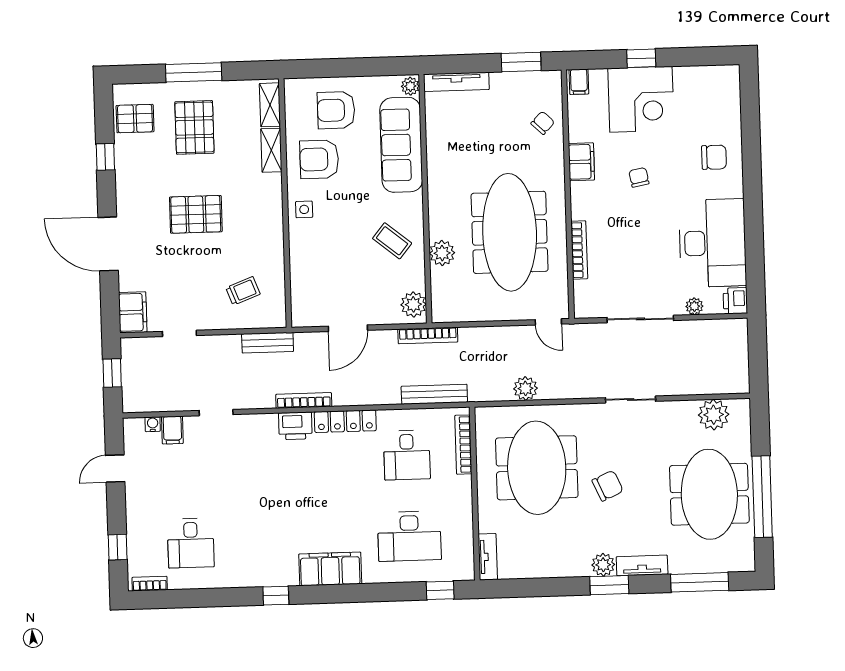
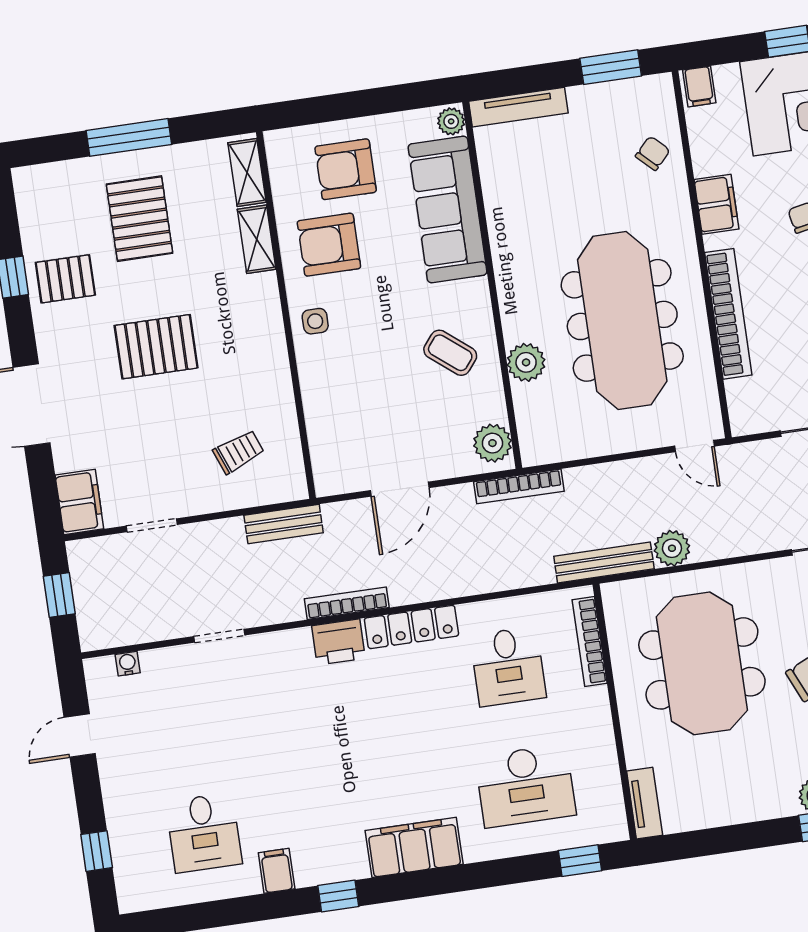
pallet: (135, 119) -> (65, 279), moved
bookcase: (579, 250) -> (728, 314), width x1.48, depth x1.31
bench: (434, 394) -> (604, 563), moved
filing cabinet: (172, 430) -> (277, 871), moved, turned 180
bookcase: (150, 584) -> (150, 900), removed

